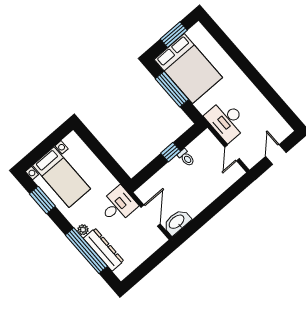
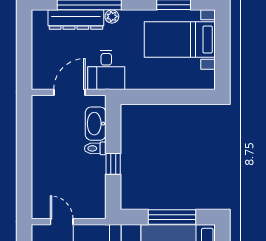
toilet: (186, 158) -> (95, 148), moved
door: (151, 216) -> (70, 92), swing flipped
washbasin: (177, 222) -> (96, 124), moved, turned 180

